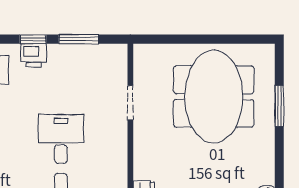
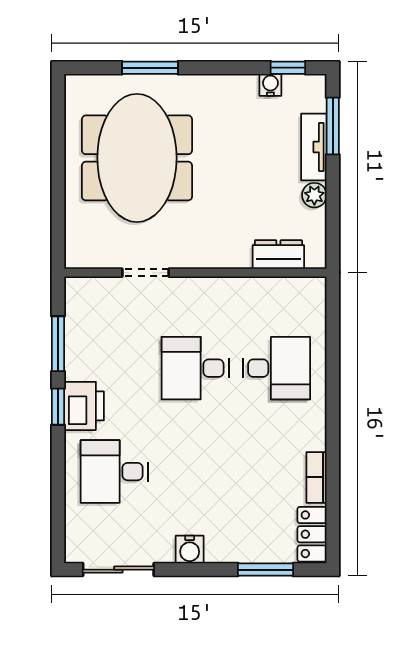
printer: (34, 55) -> (84, 406), width x1.36, depth x1.24
meeting table: (214, 97) -> (137, 158), turned 90

